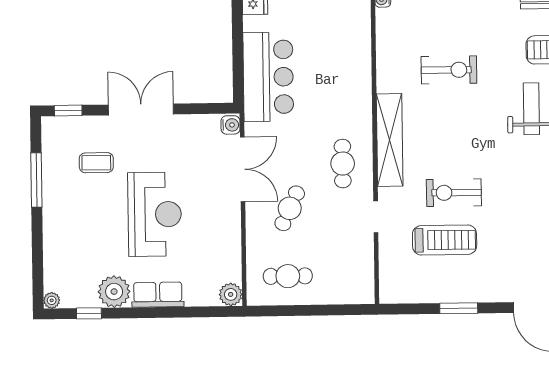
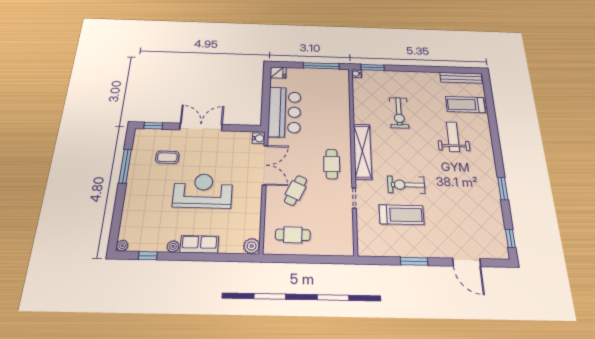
exercise bike: (449, 70) -> (399, 113), turned 90
reception desk: (155, 214) -> (203, 191), turned -90
plant: (114, 292) -> (173, 246), width x0.53, depth x0.53

